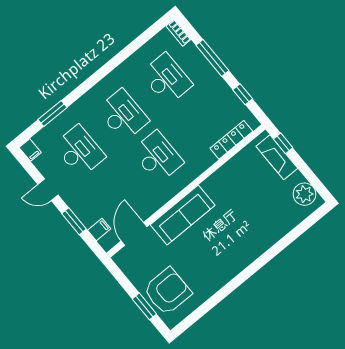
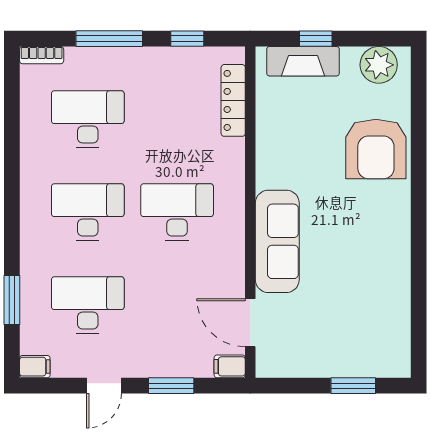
window: (283, 143) -> (316, 39), moved
filing cabinet: (99, 230) -> (230, 366), moved, turned -90
armchair: (167, 291) -> (376, 149), moved, turned 180

